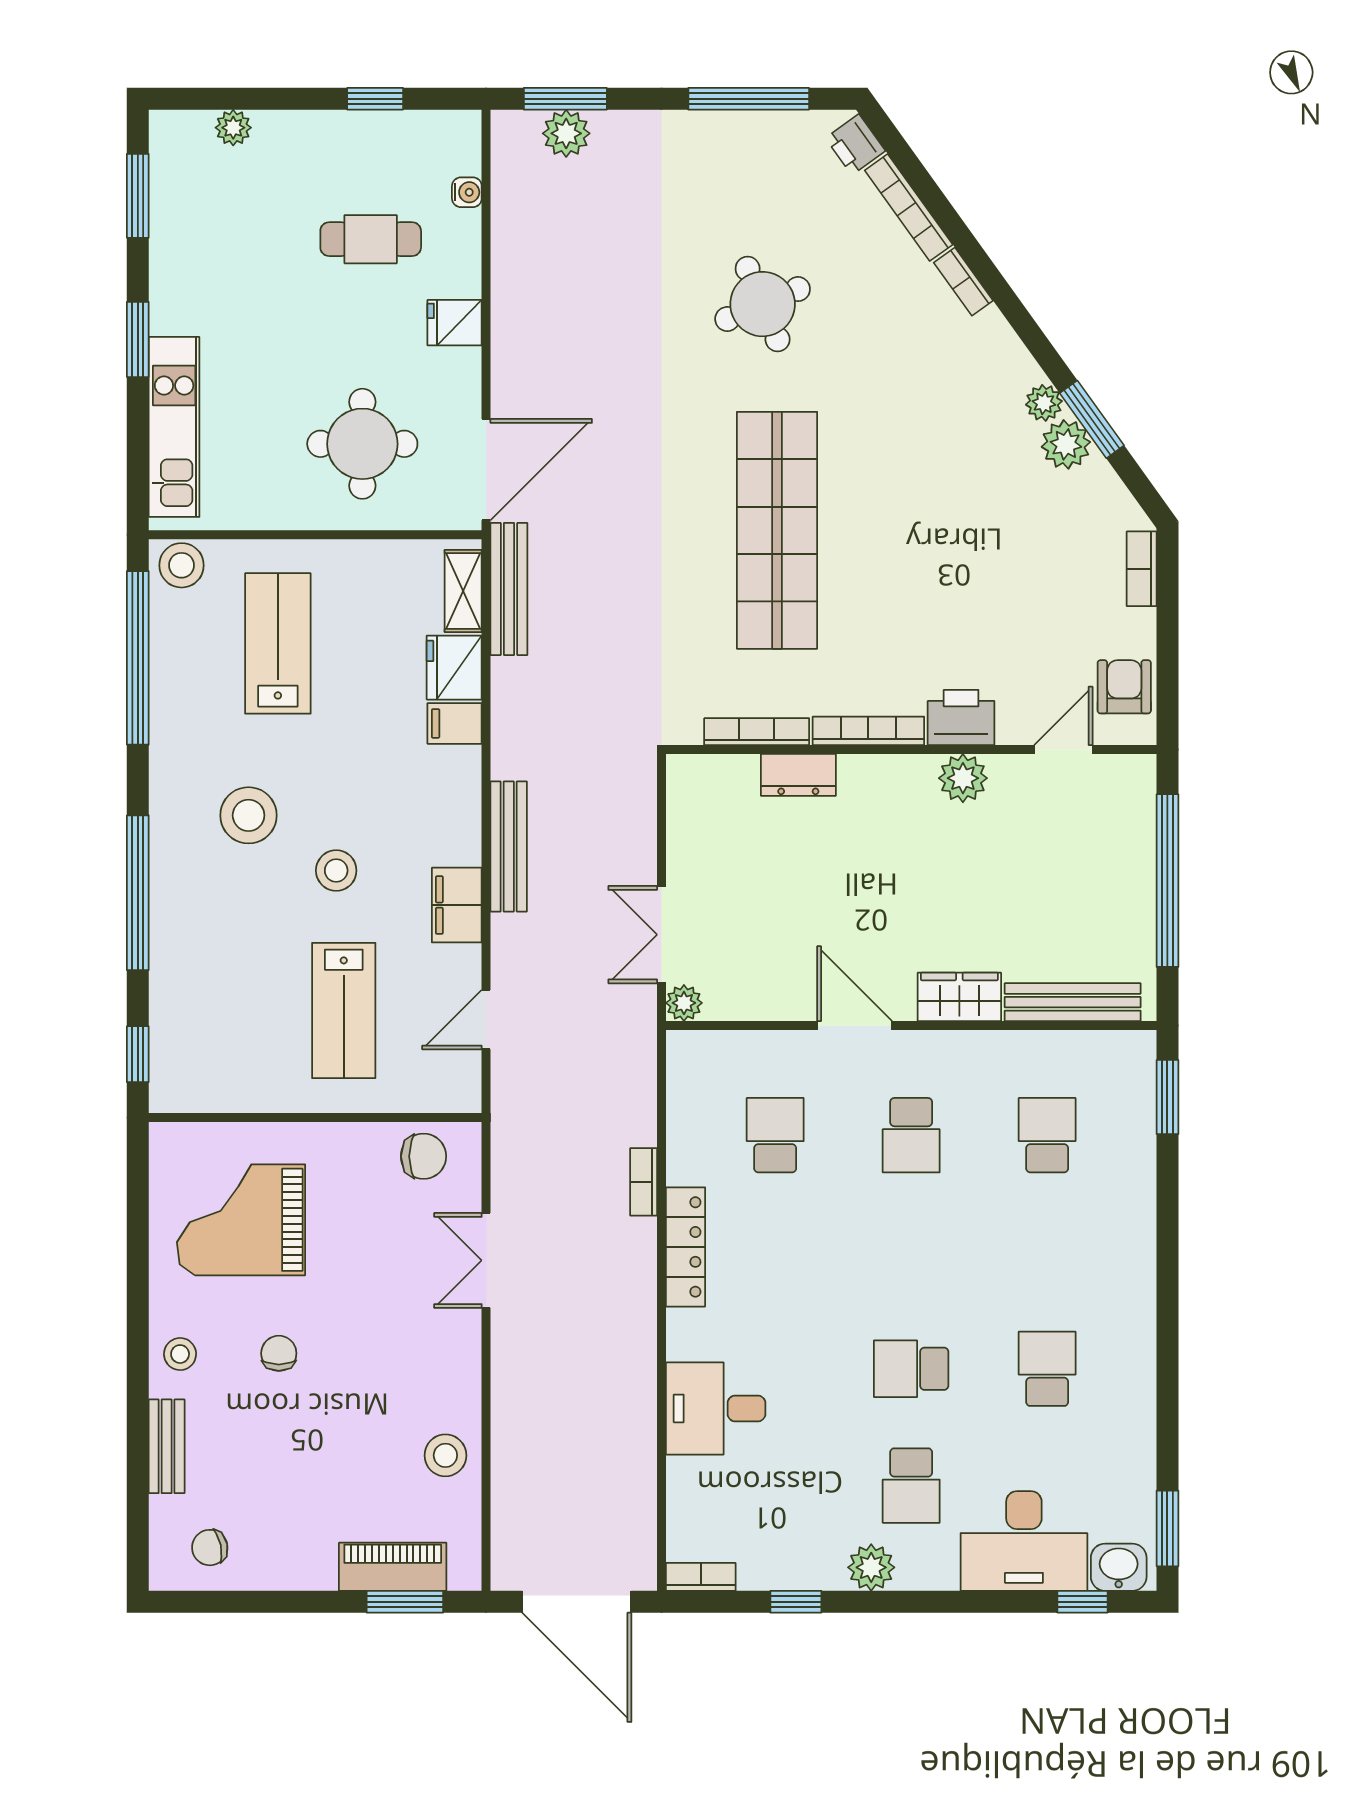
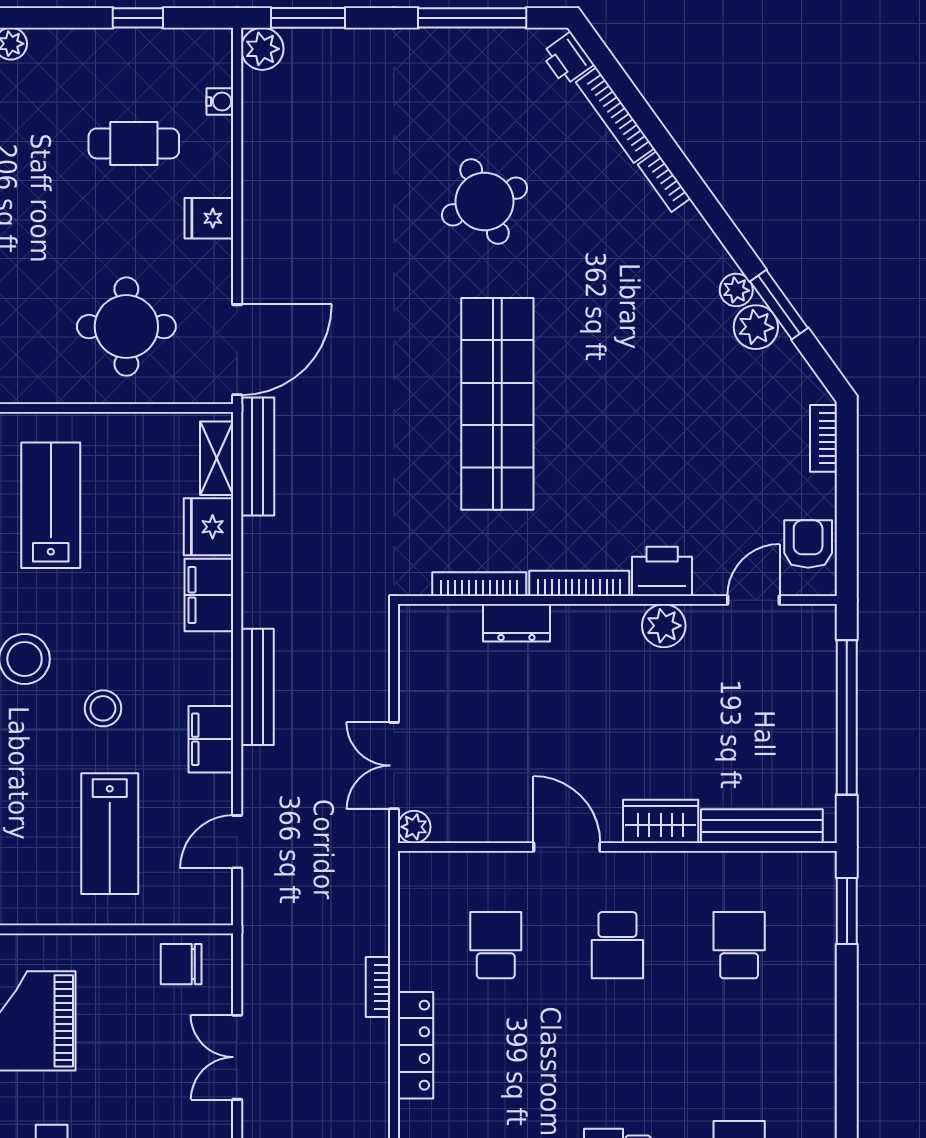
plant: (566, 133) -> (262, 49), moved
filing cabinet: (455, 723) -> (209, 595), width x2.00
chair: (424, 1156) -> (181, 964), turned 180

